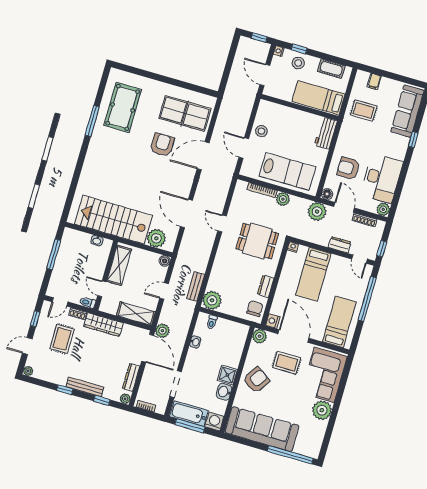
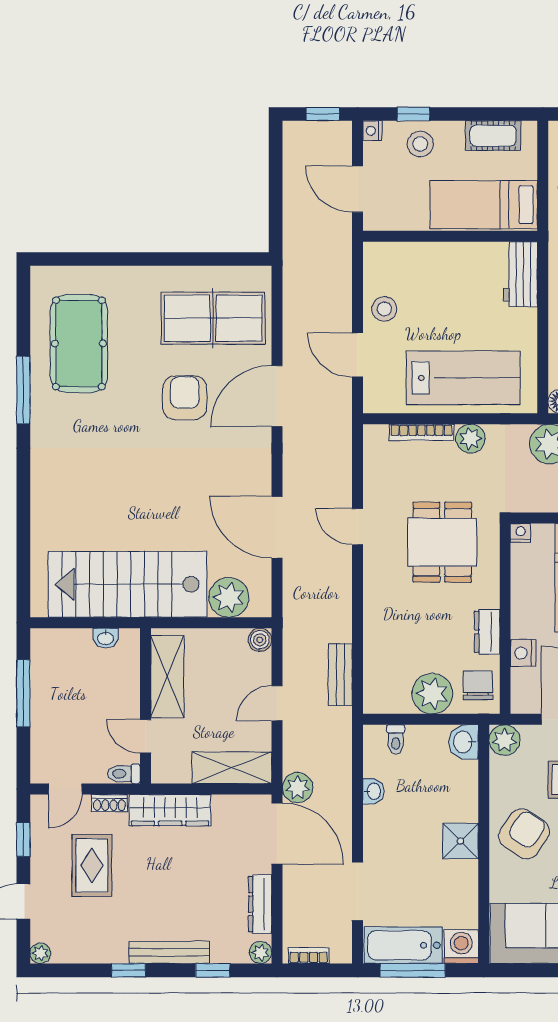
dining table: (257, 241) -> (442, 542), turned 90
plant: (212, 300) -> (432, 694), moved
nightstand: (273, 321) -> (523, 653), moved
washbasin: (224, 392) -> (464, 742), moved

